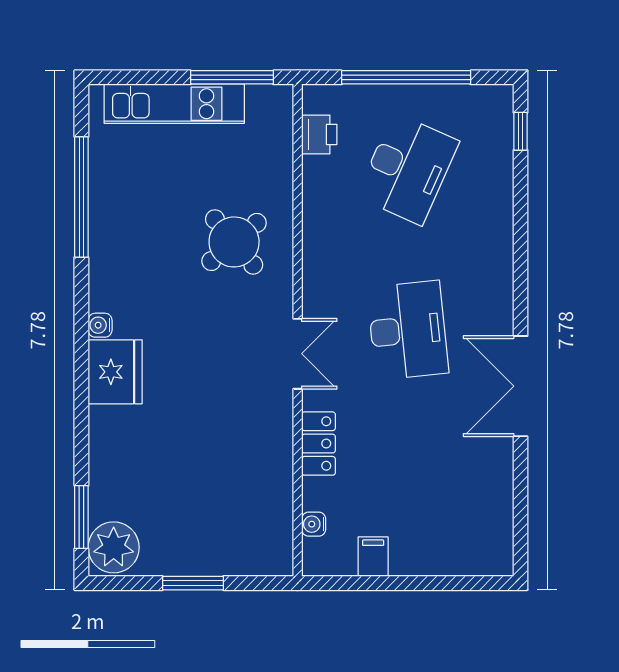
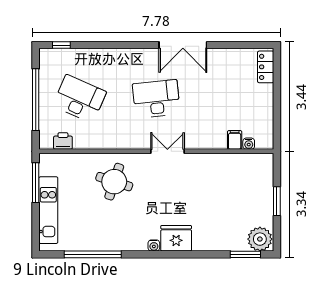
round table: (234, 242) -> (114, 182), turned -32
locker: (318, 444) -> (266, 67), moved, turned -90
filing cabinet: (373, 557) -> (235, 140), moved, turned 90

